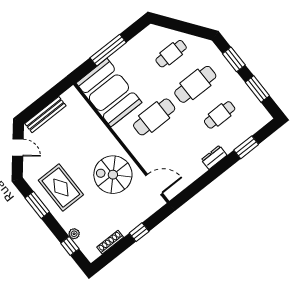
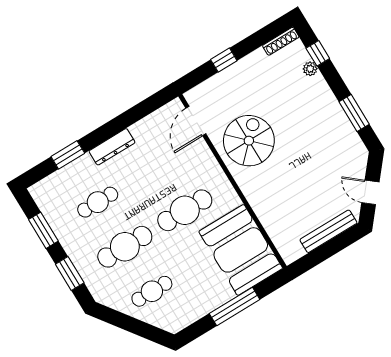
dresser: (214, 157) -> (112, 147), width x1.44
spiral stairs: (113, 175) -> (249, 141), turned -90
door: (154, 184) -> (196, 121), hinge flipped
rug: (61, 188) -> (320, 132), removed
shoe rack: (110, 242) -> (281, 41), moved

